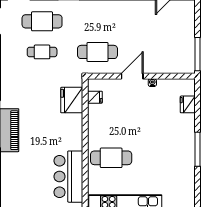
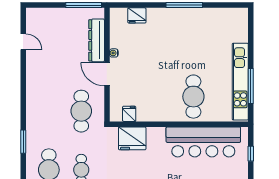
dresser: (164, 66) -> (97, 40), added
bar counter: (68, 177) -> (203, 142), width x1.36

